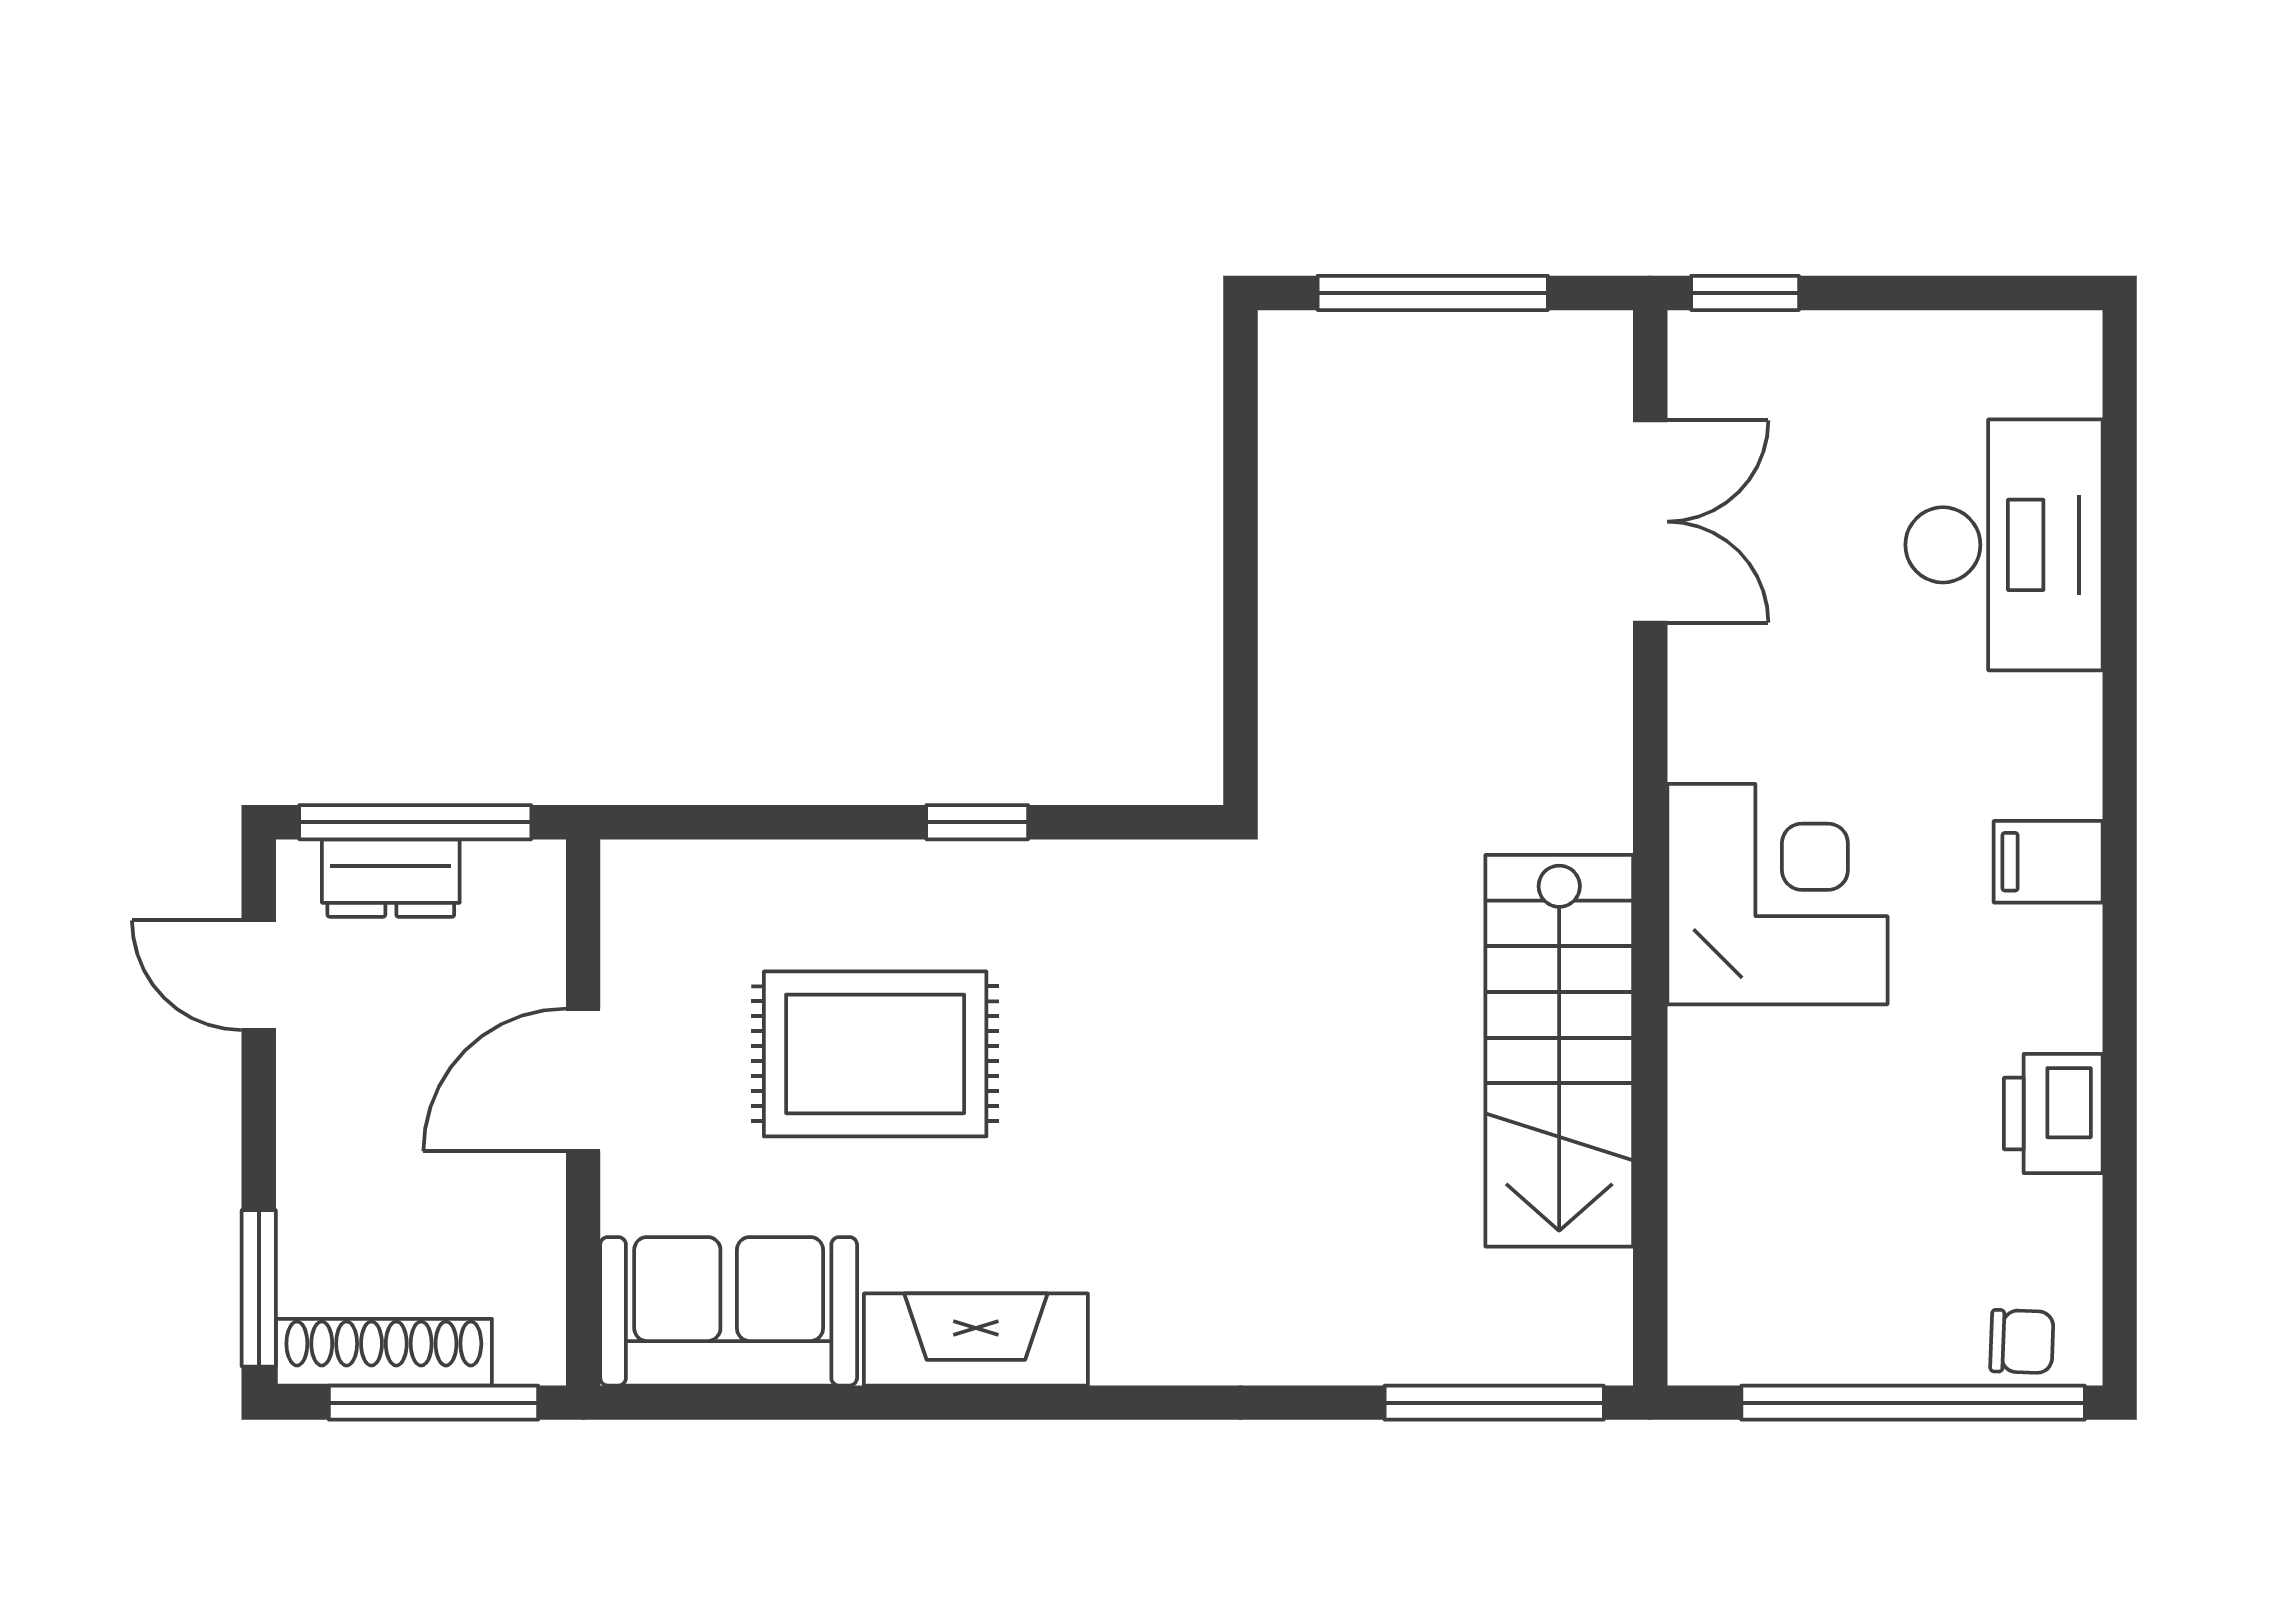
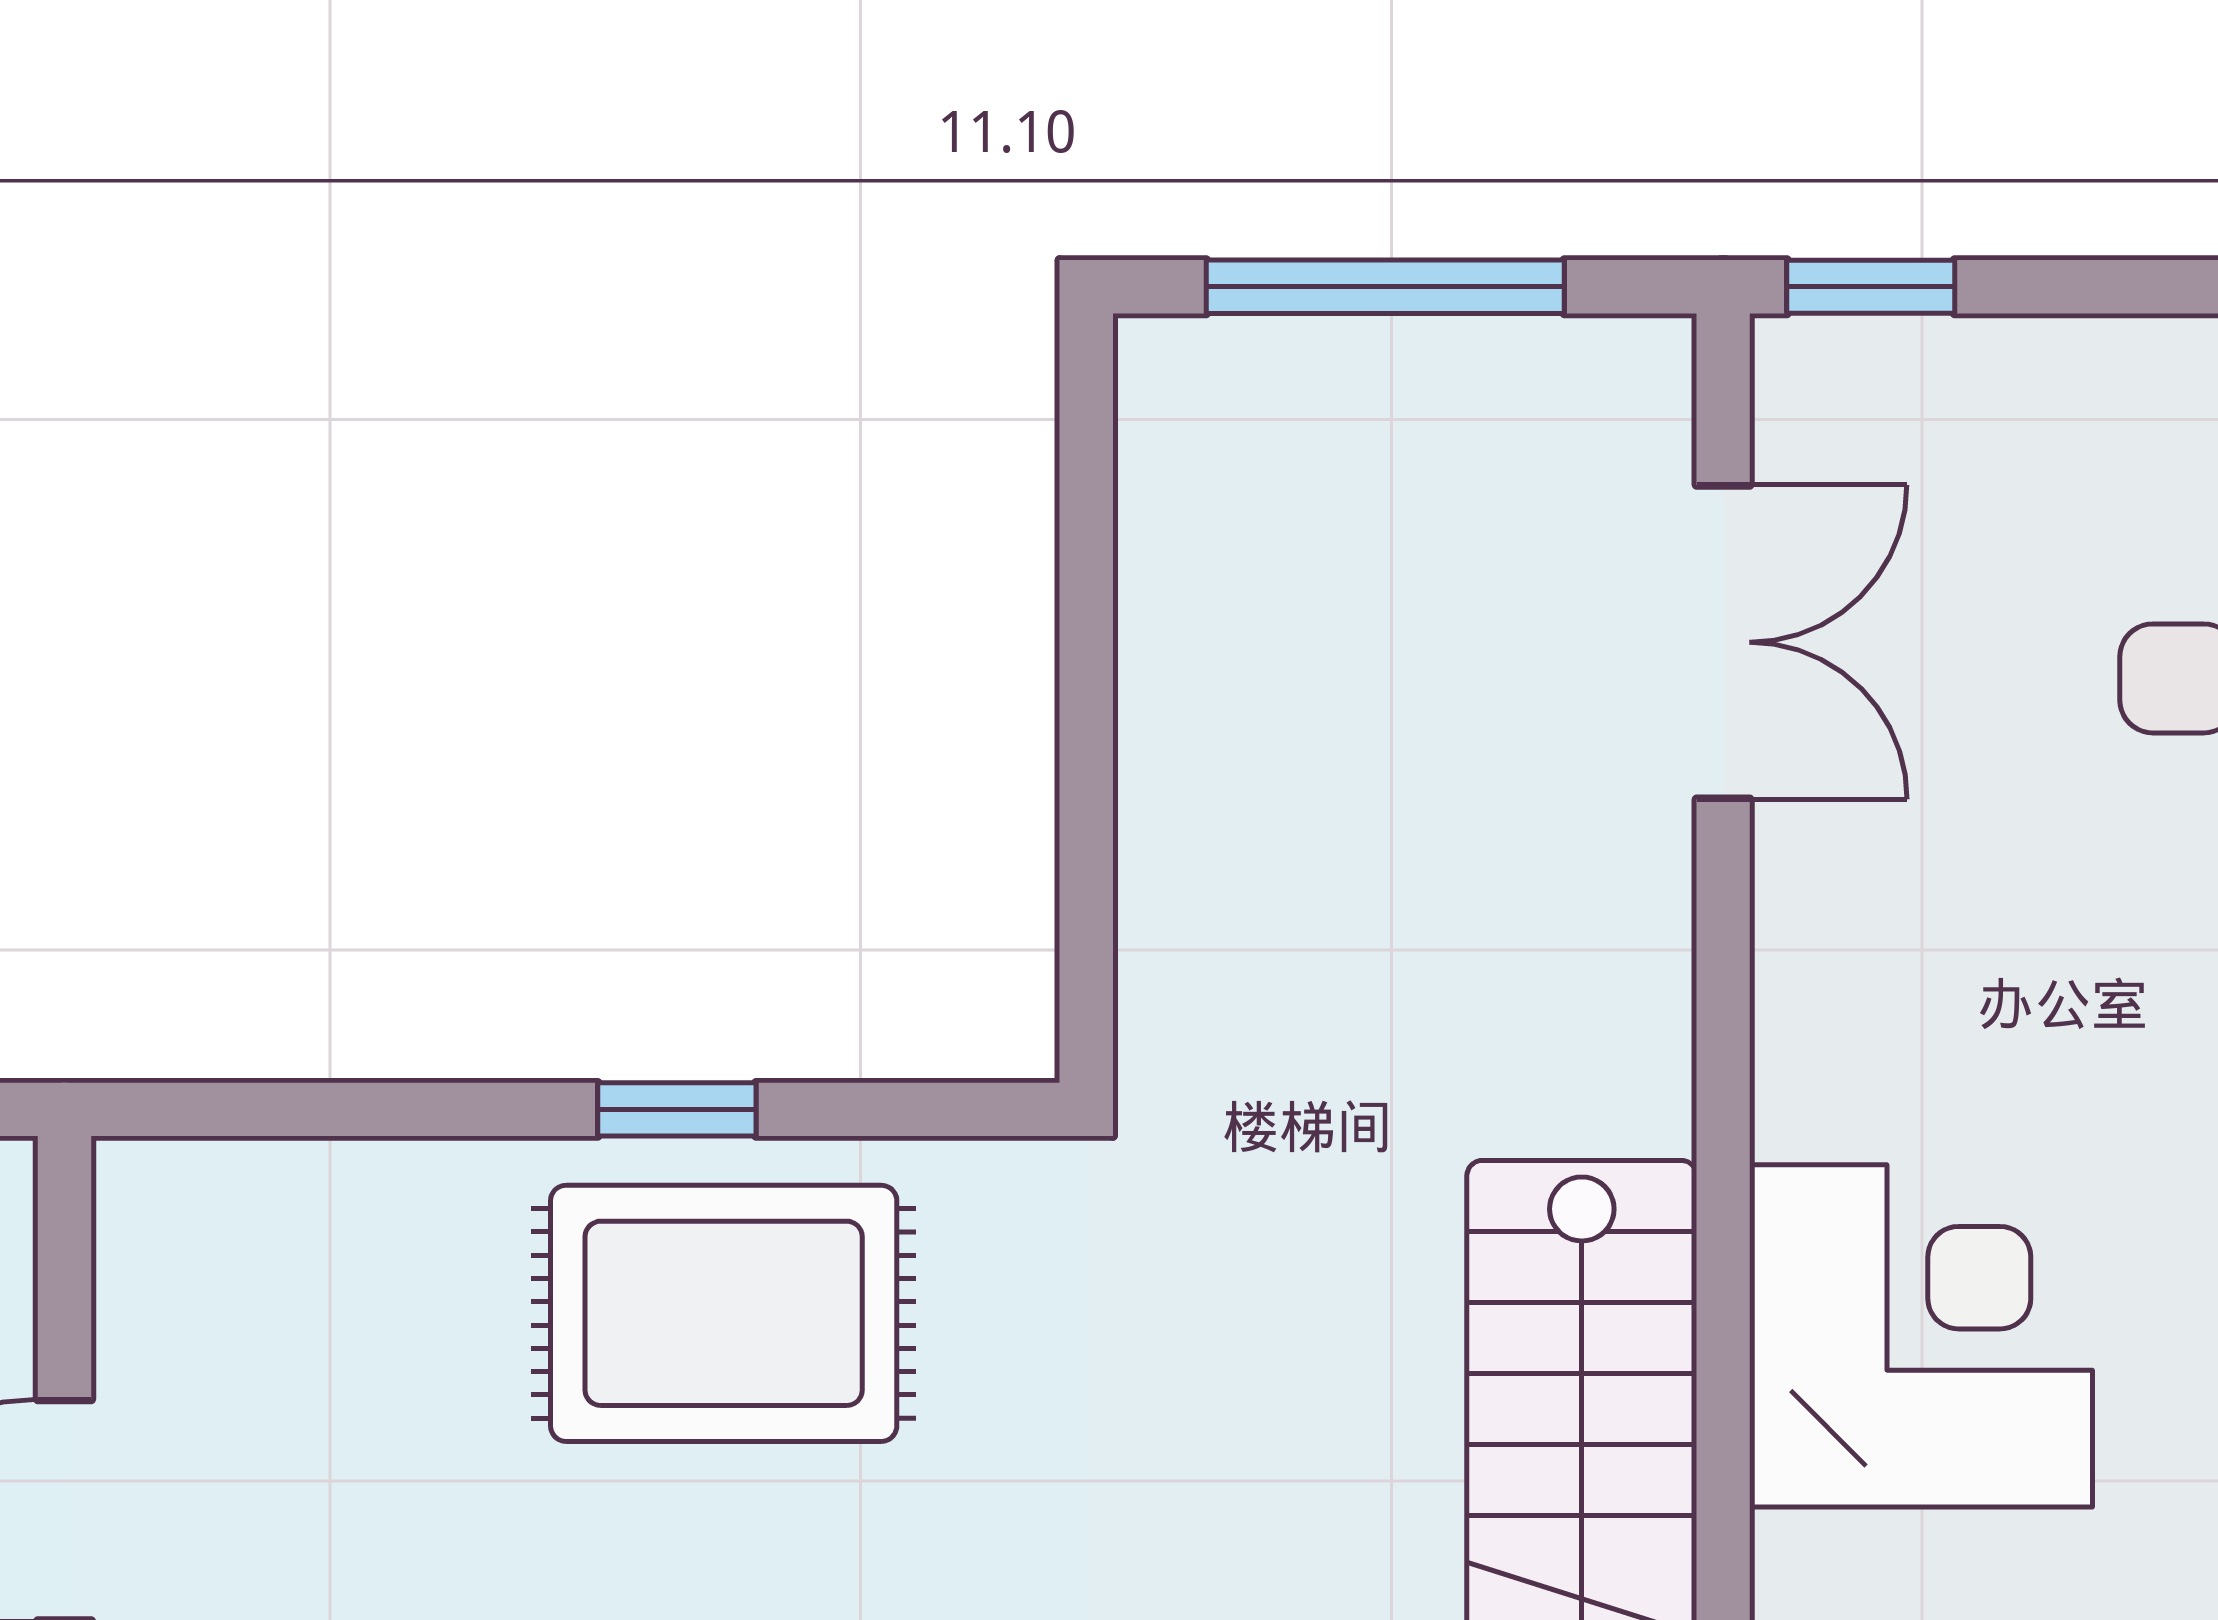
corner desk: (1777, 894) -> (1921, 1336), moved
rug: (875, 1054) -> (724, 1313), moved

